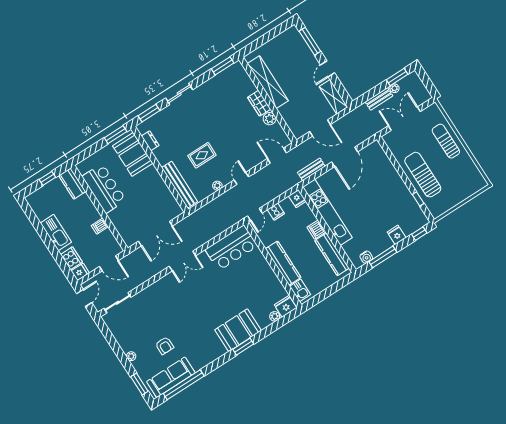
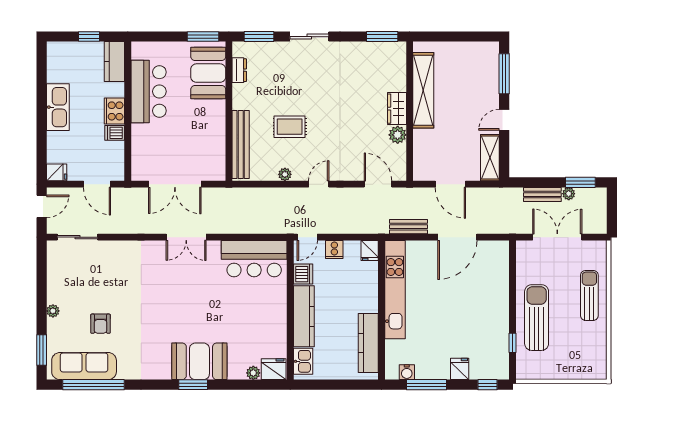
dishwasher: (316, 230) -> (303, 274), moved, turned 180
cooker: (71, 258) -> (114, 111), moved, turned 180

